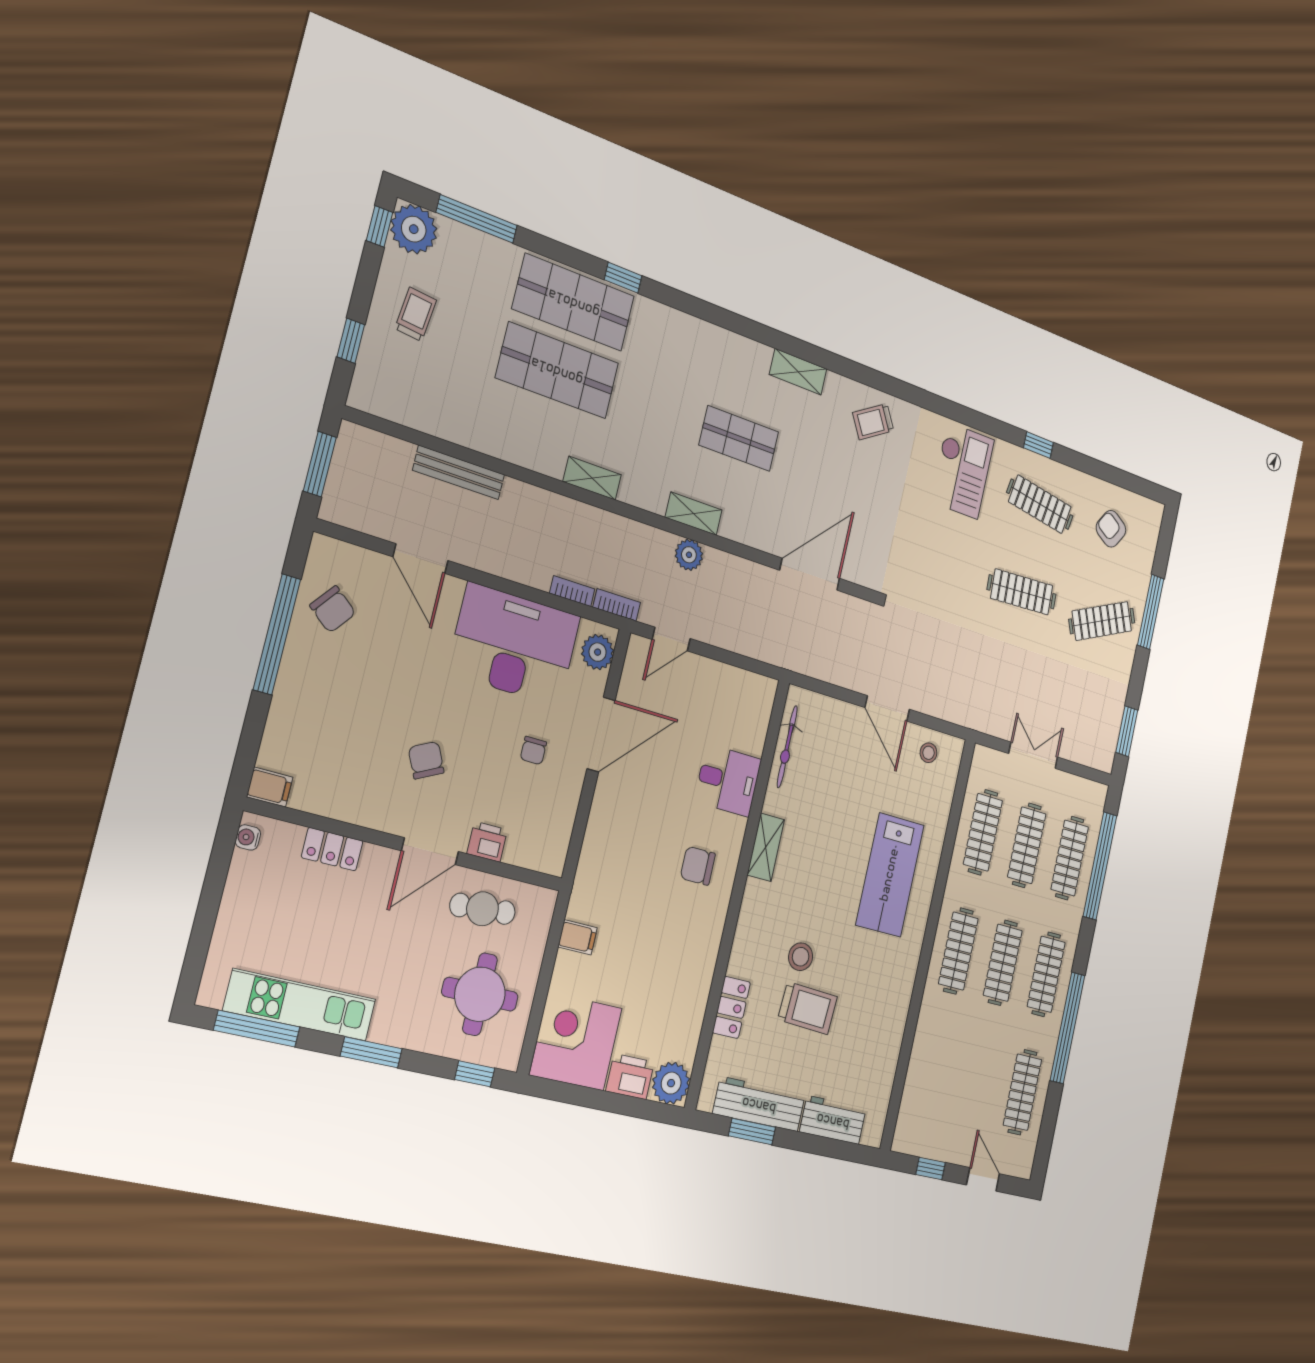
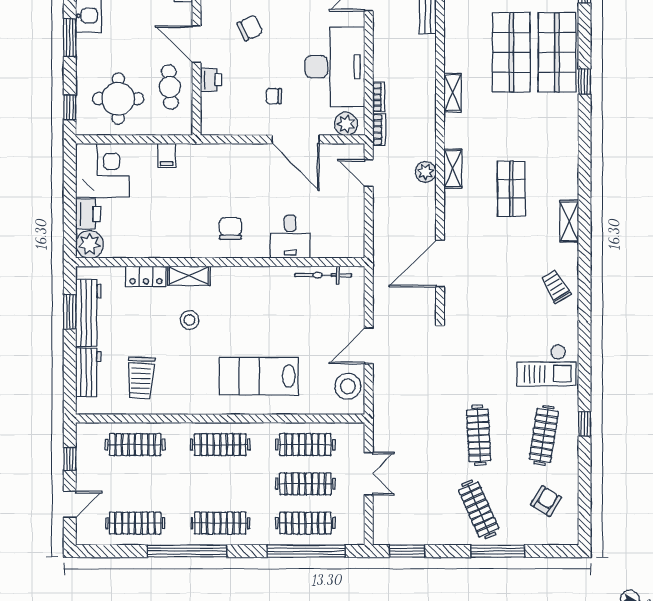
door: (810, 574) -> (440, 264), swing flipped
stool: (928, 753) -> (348, 386), width x1.89, depth x1.89
shelving: (766, 847) -> (189, 276), moved
clothes rail: (1003, 963) -> (135, 445), moved
trolley: (808, 1008) -> (141, 378), moved

